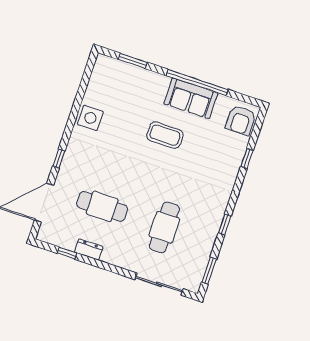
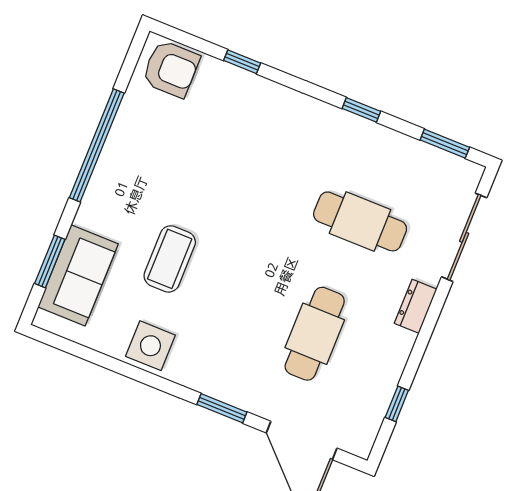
sofa: (191, 98) -> (78, 275), moved
coffee table: (165, 135) -> (170, 259), moved
window: (59, 159) -> (222, 408), width x1.50
dresser: (89, 249) -> (416, 306), moved

